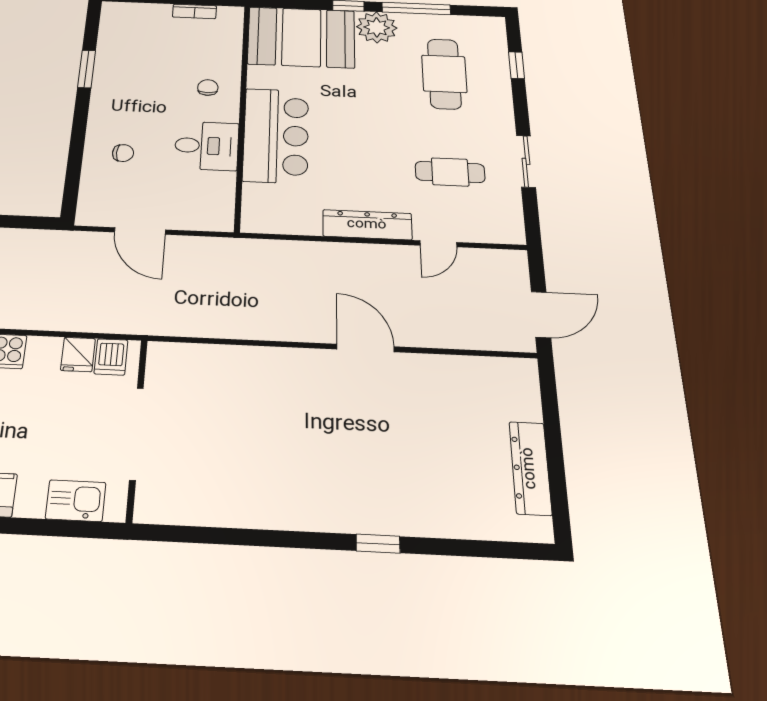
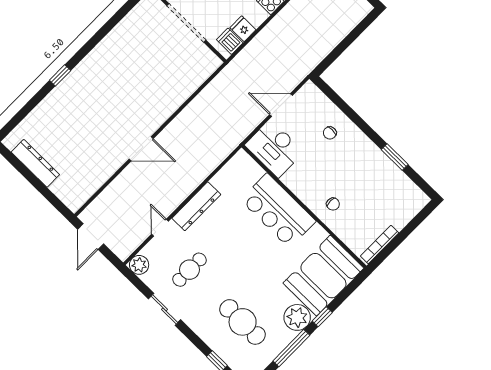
bookcase: (194, 11) -> (380, 244), width x1.56
desk: (207, 146) -> (274, 148), moved, width x1.37
plant: (509, 230) -> (139, 265), added

